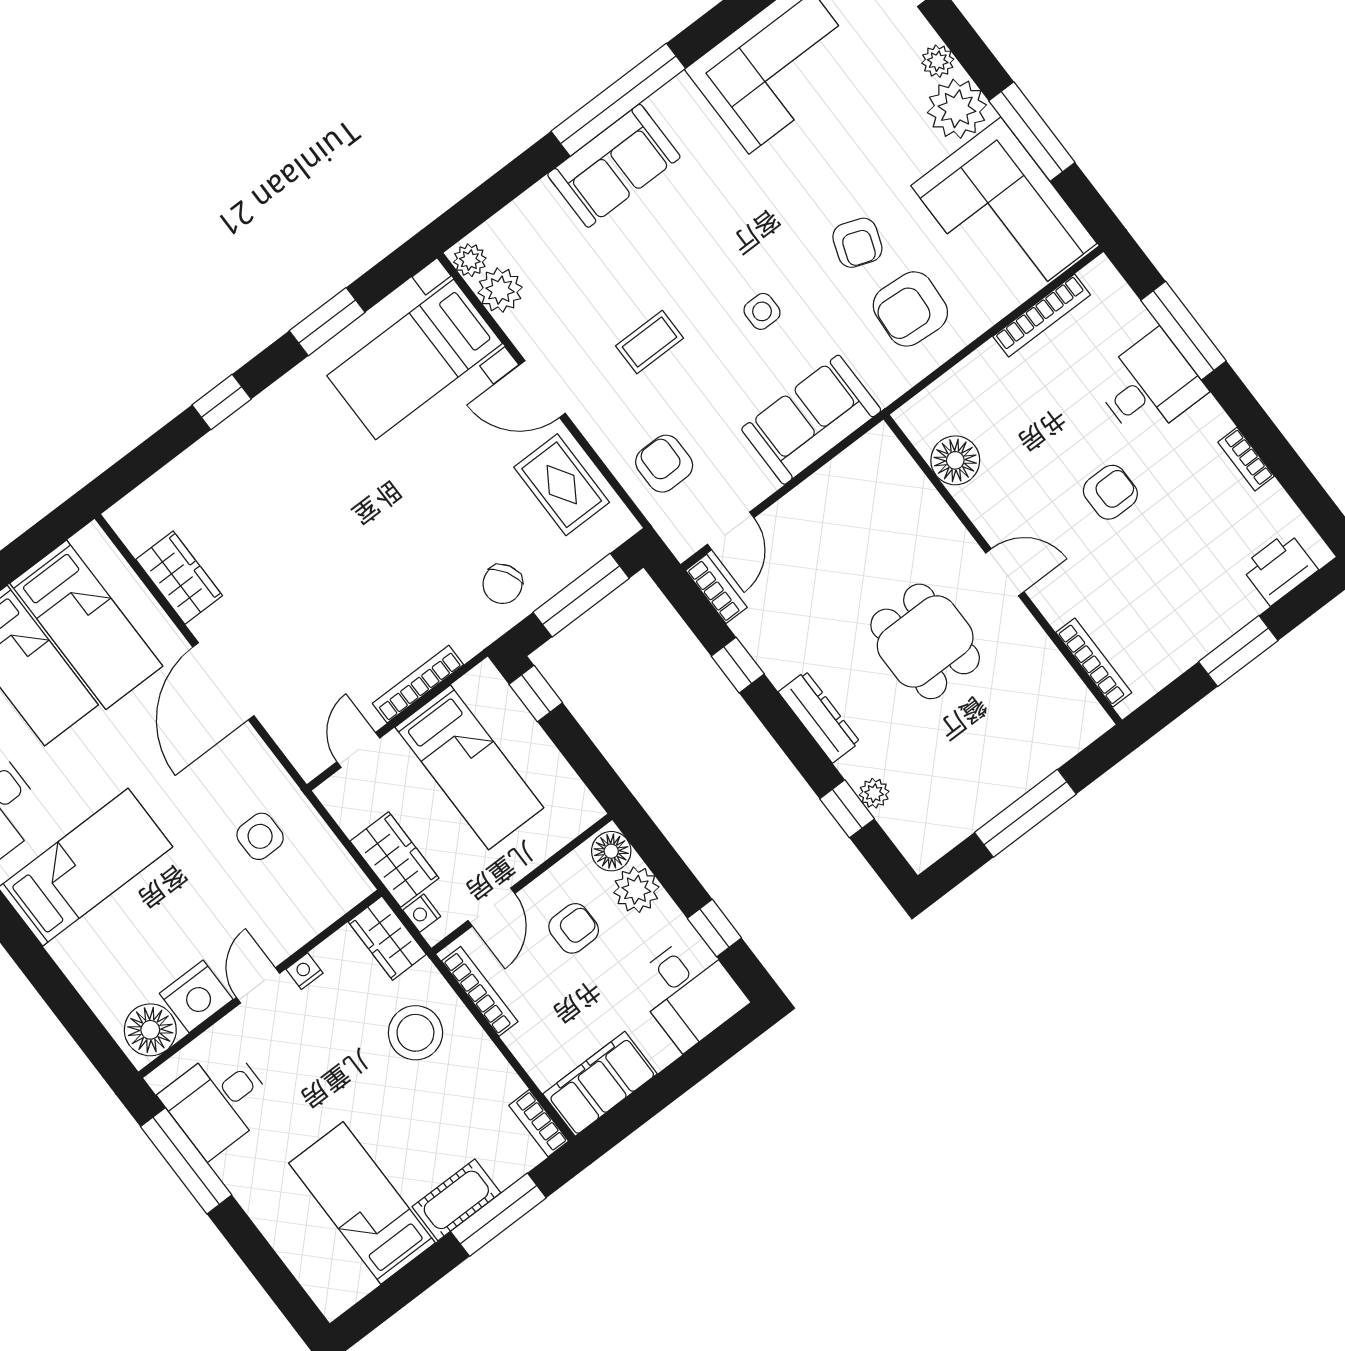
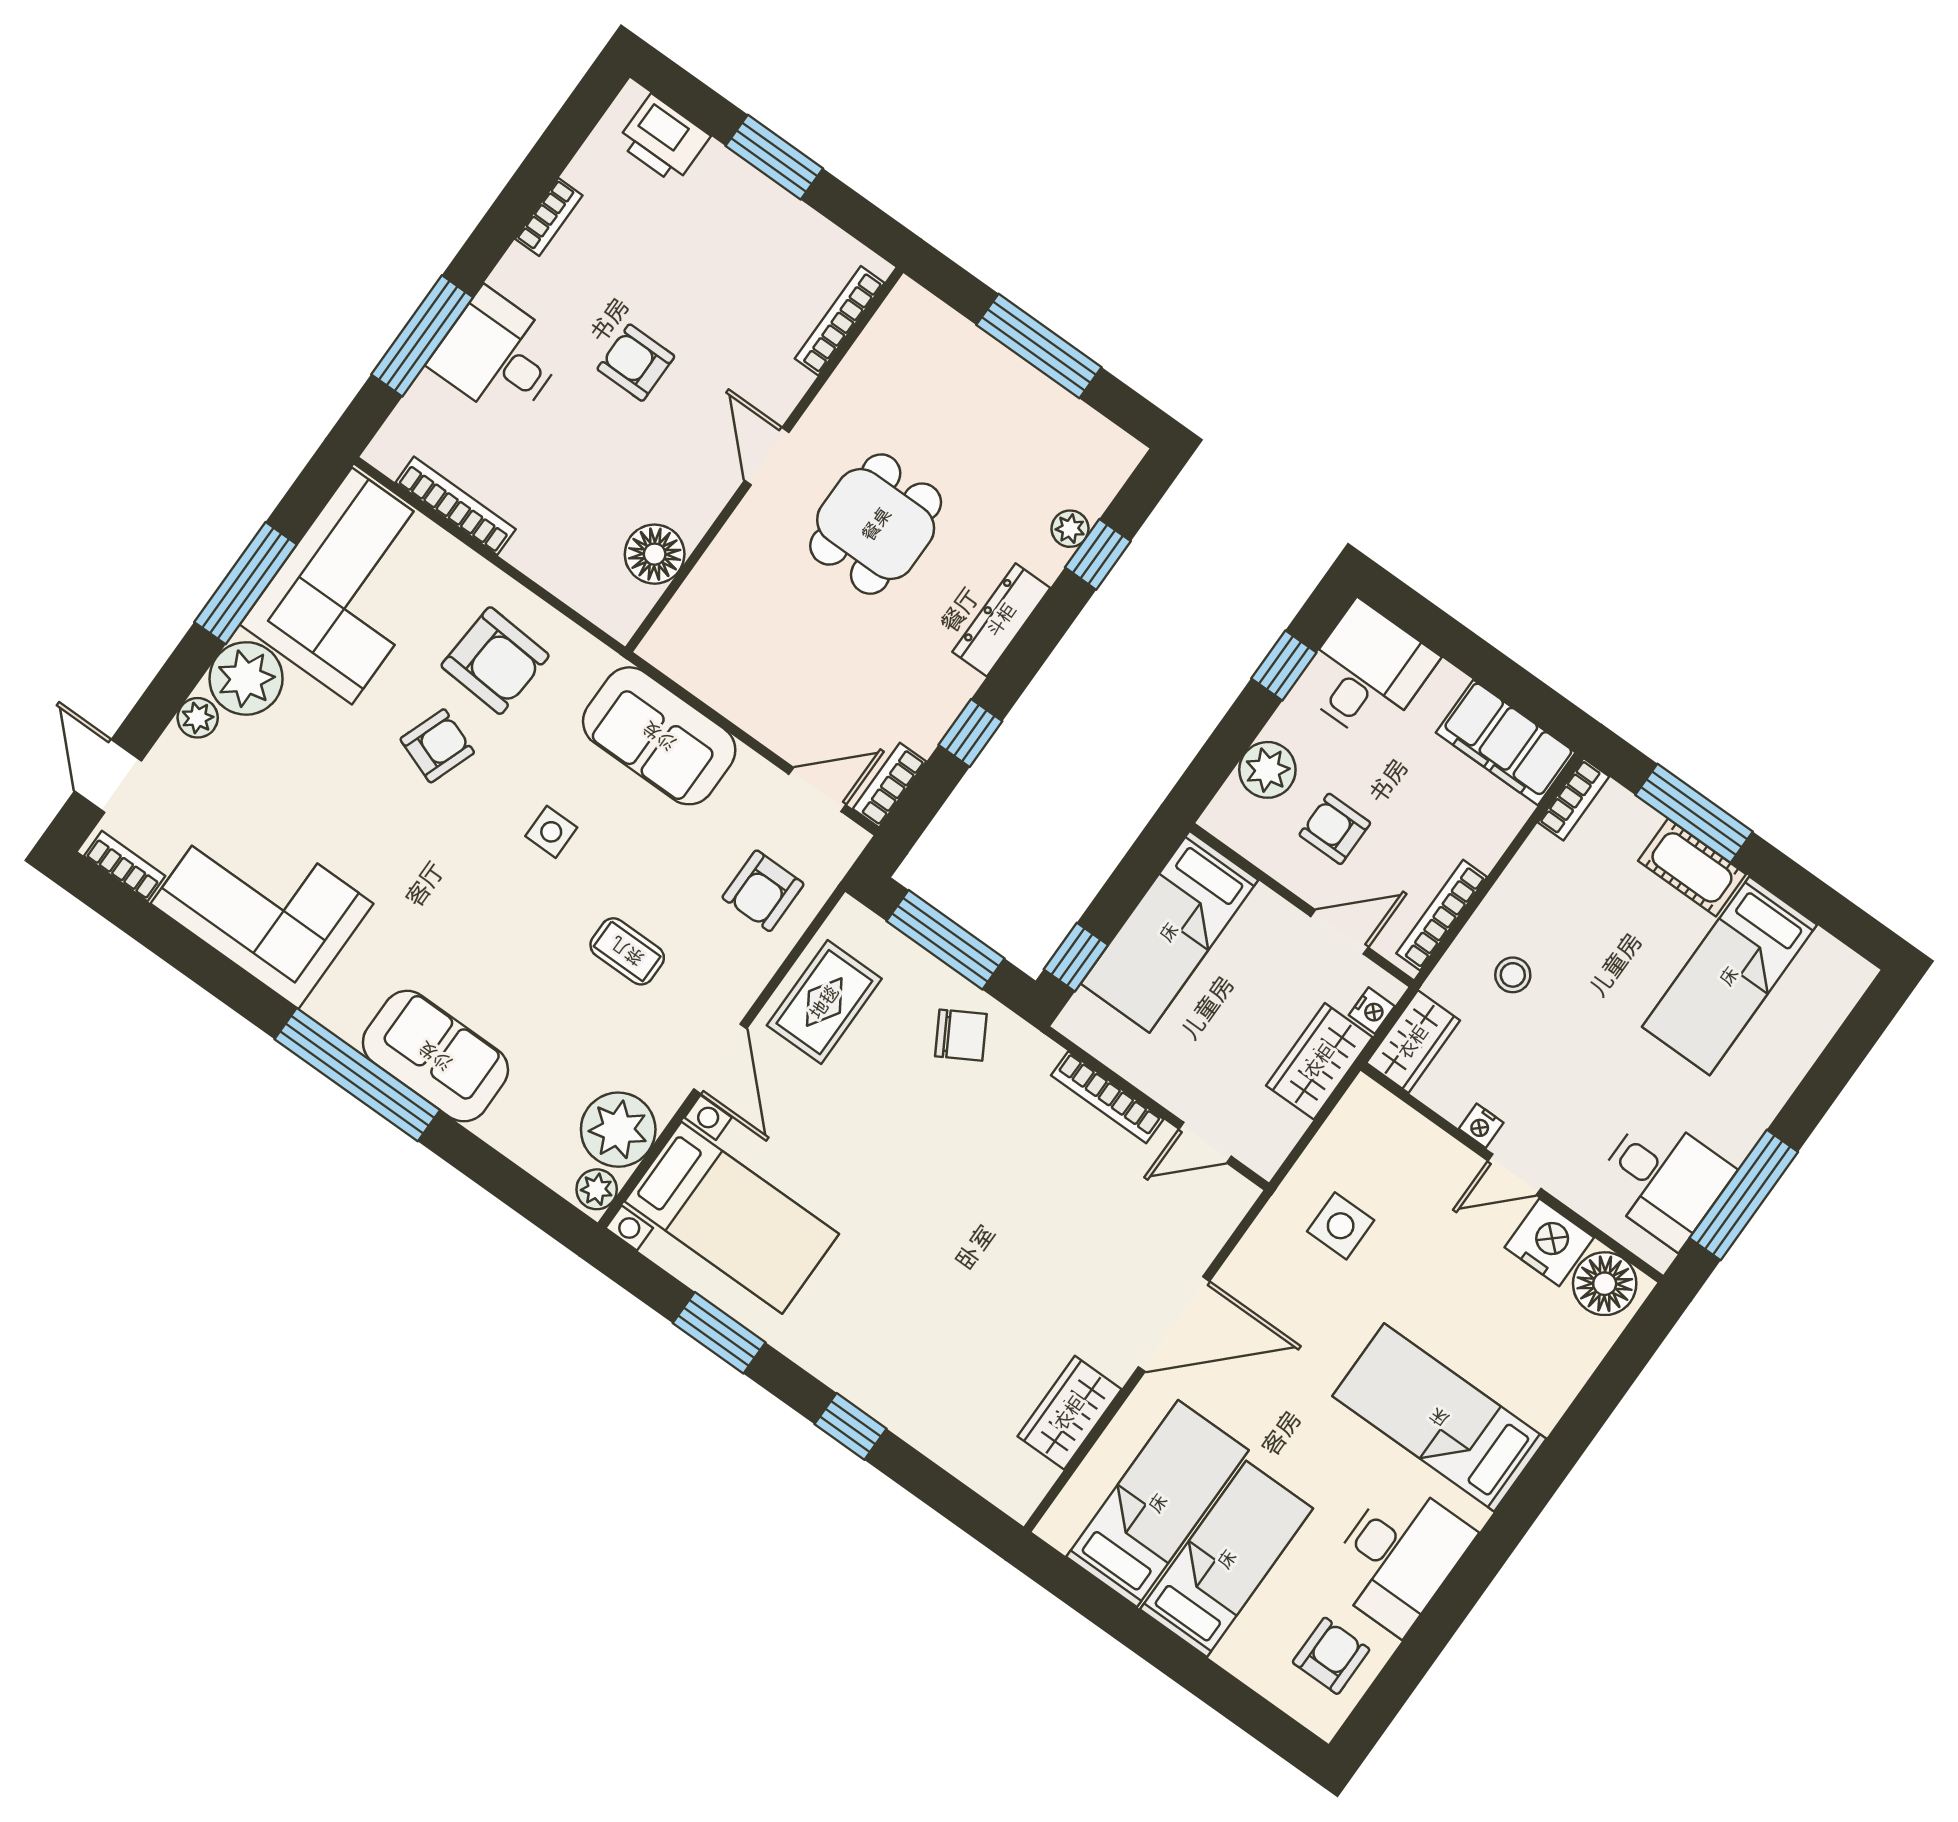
plant: (500, 290) -> (618, 1130), width x1.36, depth x1.36
bed: (469, 767) -> (1169, 932), moved, turned 180
floor lamp: (611, 851) -> (1232, 813), removed
stool: (415, 1033) -> (1513, 975), width x0.53, depth x0.53

